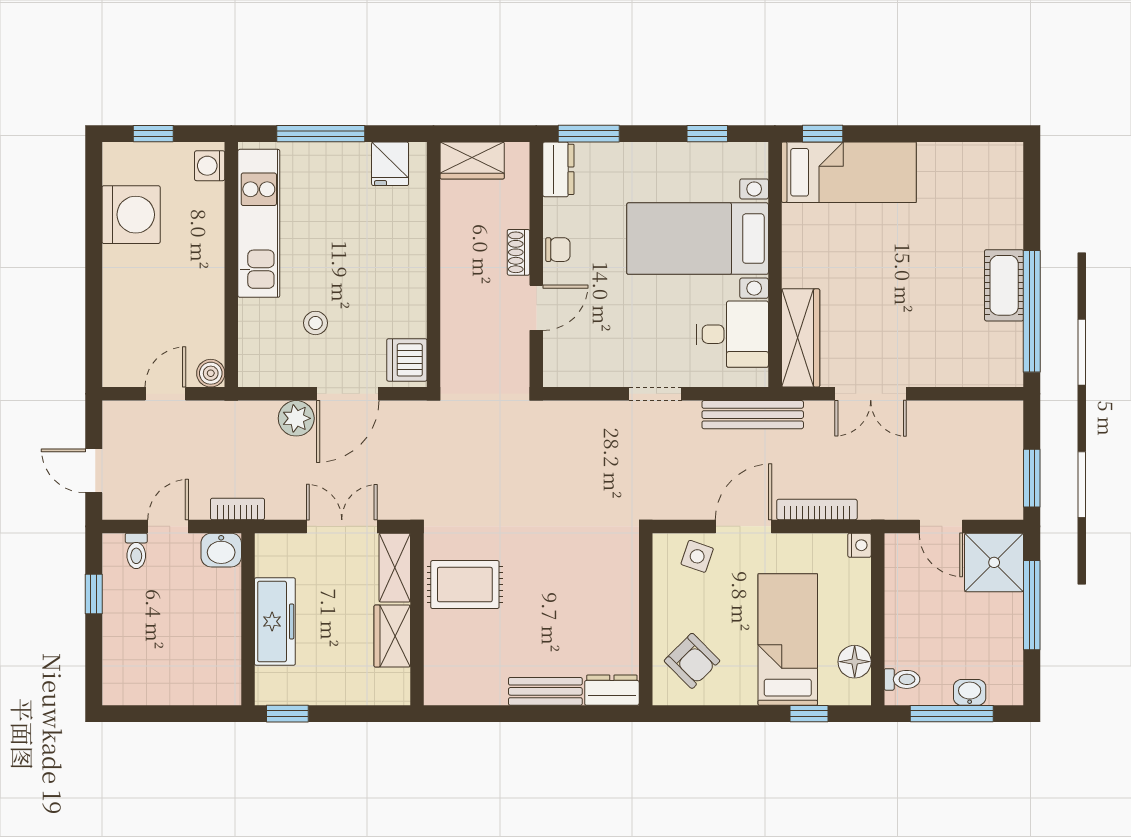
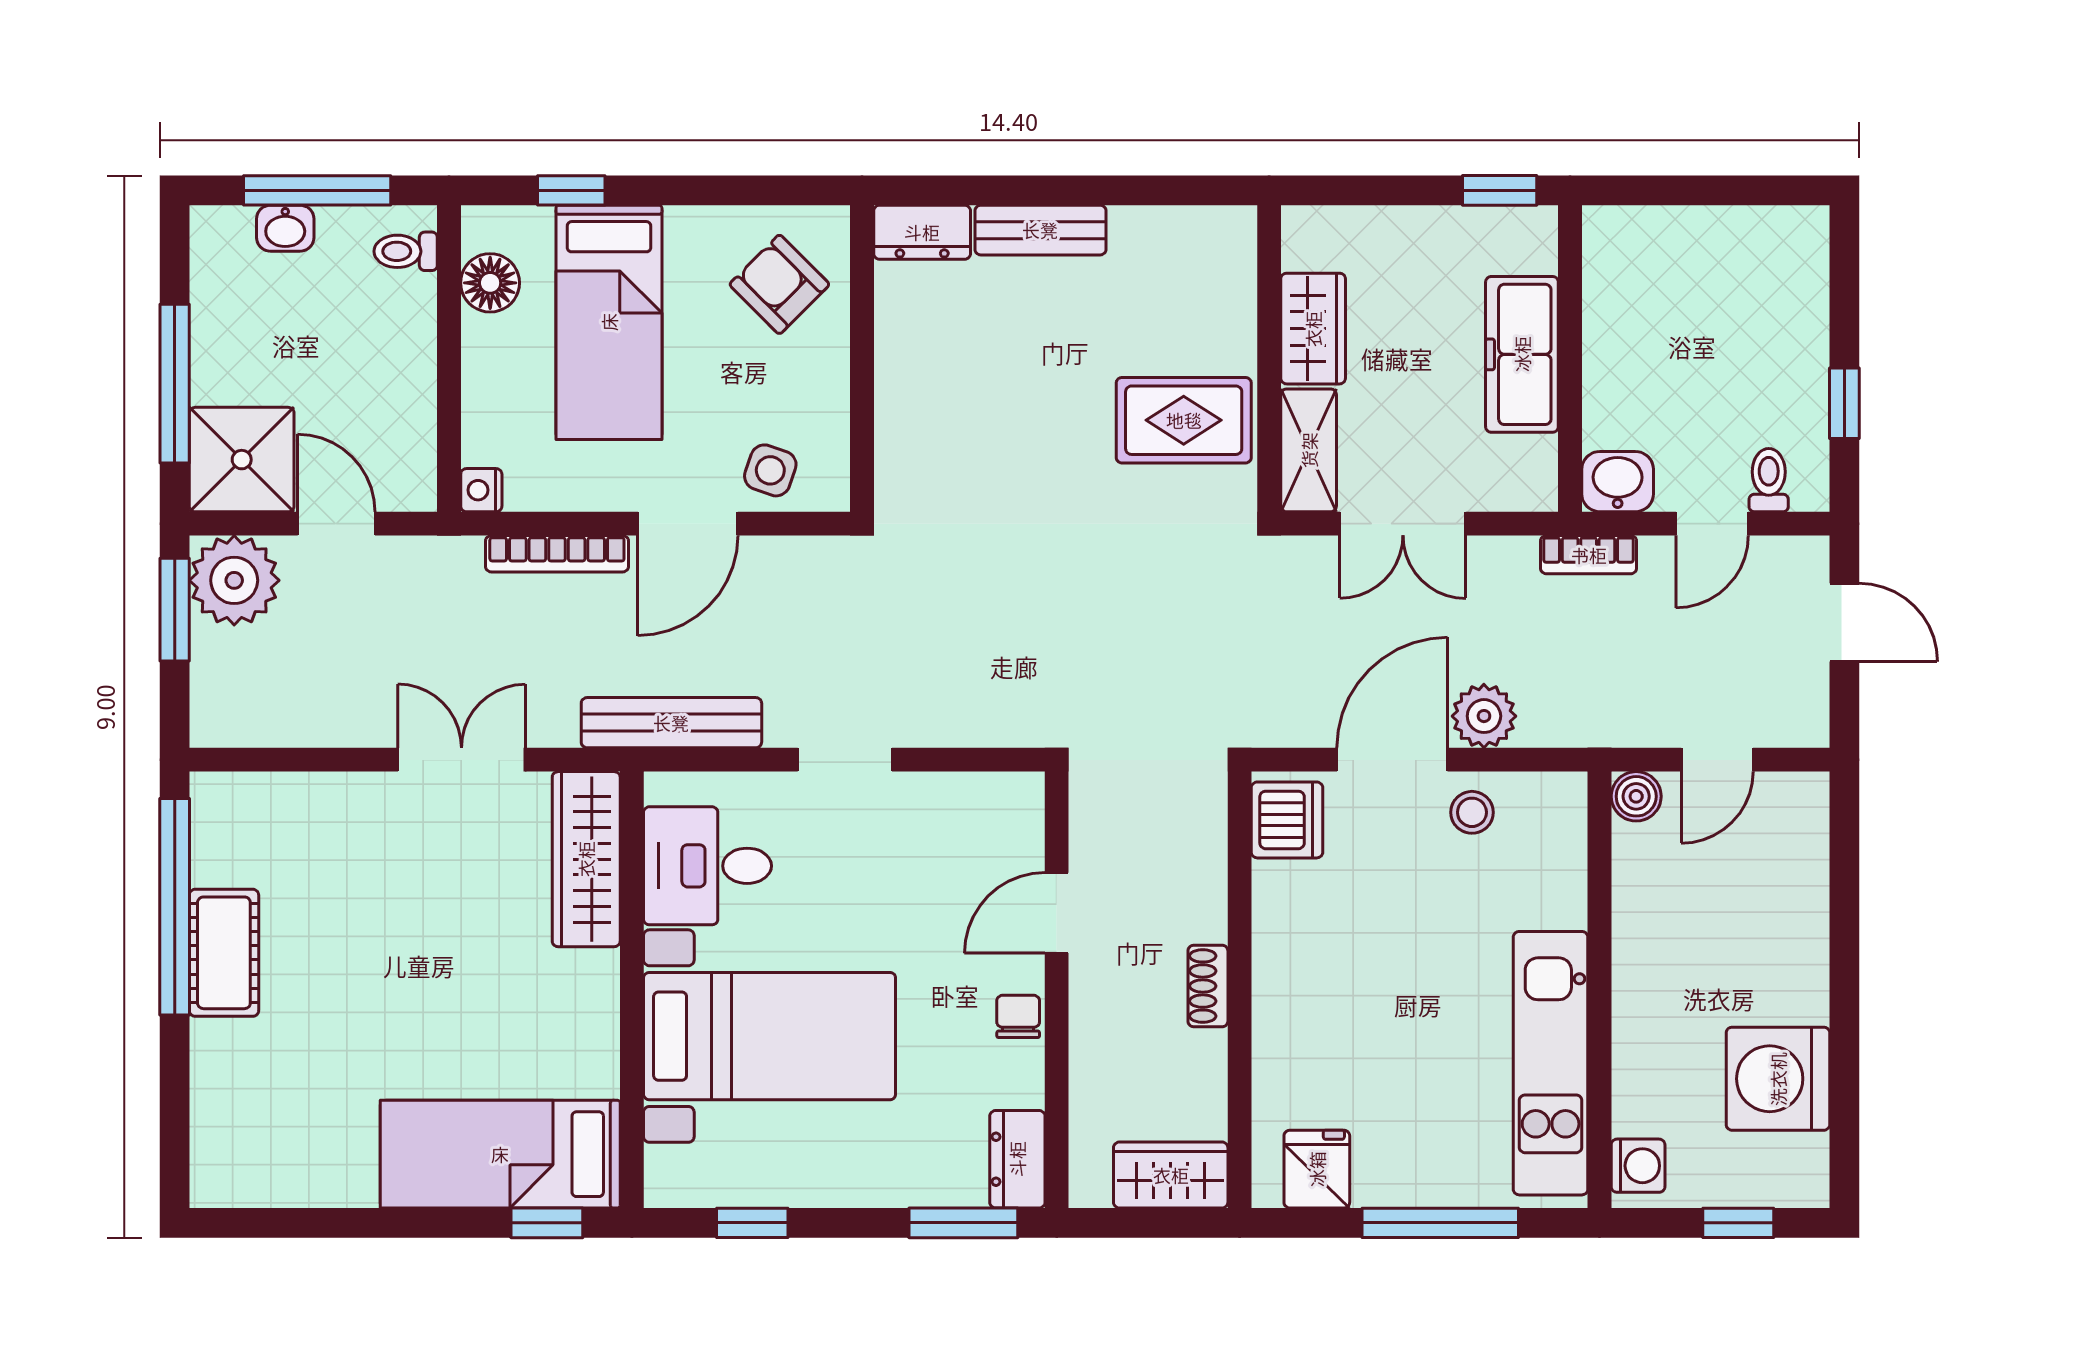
chair: (558, 250) -> (1018, 1016), turned 90
shoe rack: (518, 252) -> (1208, 986), moved, turned 180
stool: (316, 323) -> (1472, 812), moved
plant: (998, 495) -> (234, 580), added

